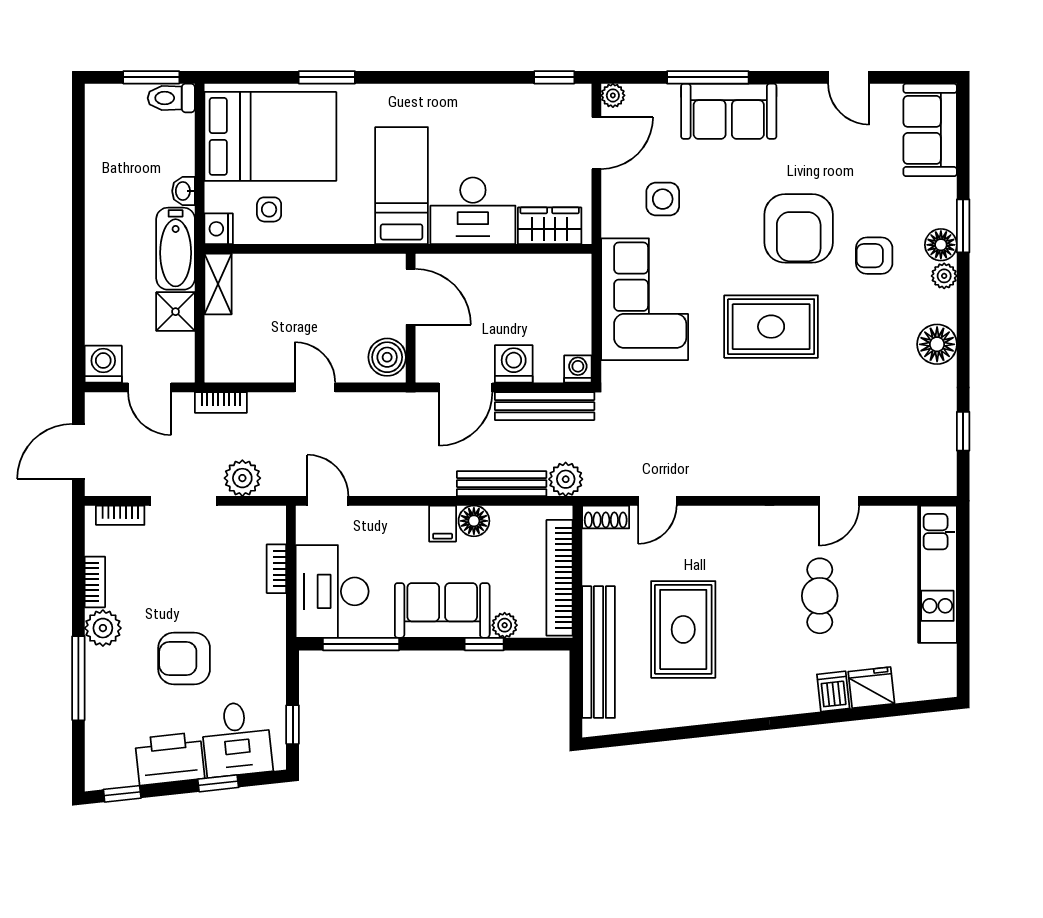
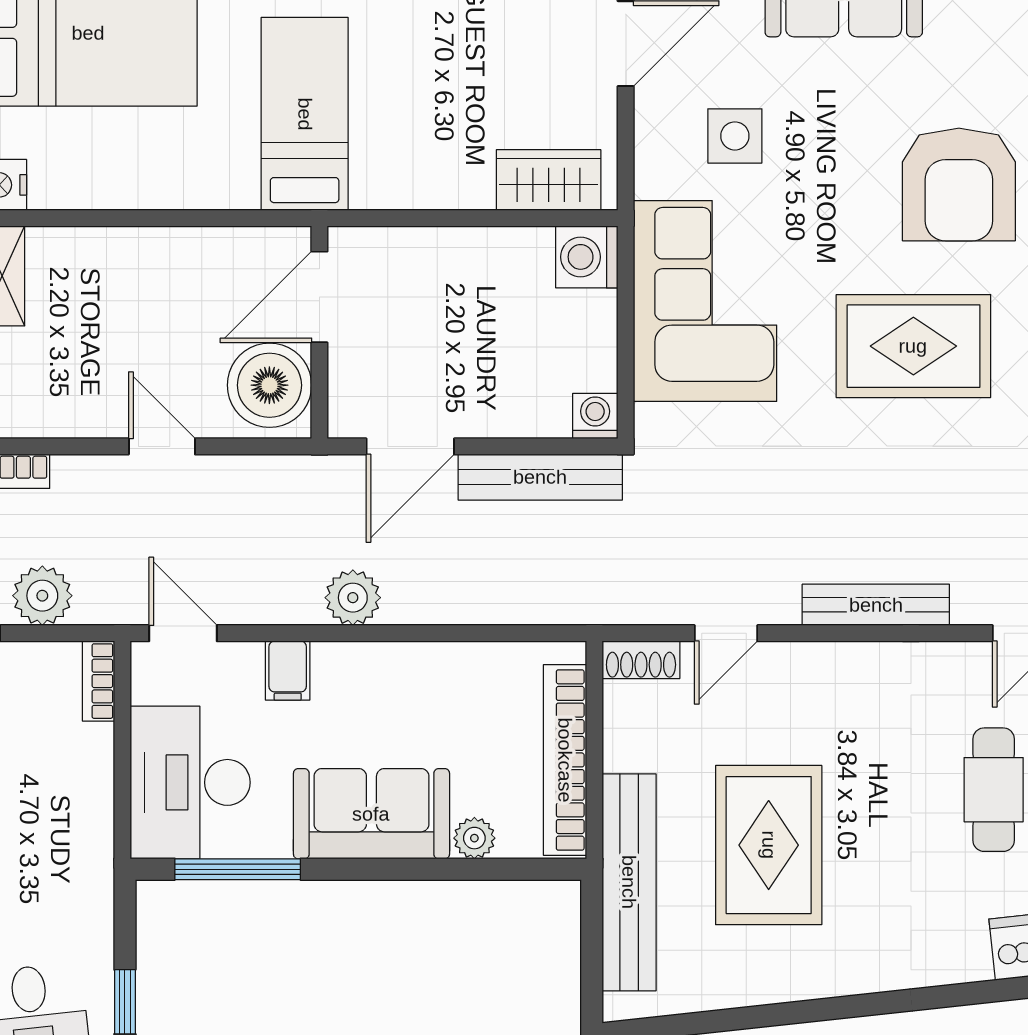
side table: (269, 209) -> (86, 153), removed
desk: (473, 211) -> (422, 155), removed
door: (411, 297) -> (319, 297), swing flipped
boiler: (387, 357) -> (269, 385), width x1.37, depth x1.37
washing machine: (514, 364) -> (587, 257), moved, turned -90
plant: (566, 479) -> (353, 598), moved
bench: (502, 484) -> (876, 605), moved
floor lamp: (474, 521) -> (424, 666), removed
filing cabinet: (443, 524) -> (288, 671), moved
bookcase: (276, 569) -> (99, 681), moved
window: (484, 644) -> (441, 869), removed

